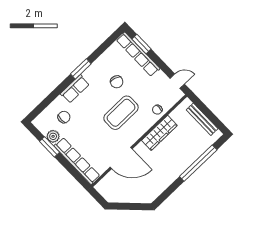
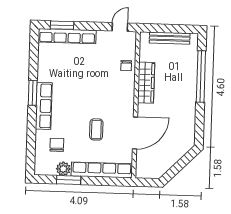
chair: (117, 82) -> (72, 75), removed
row of seats: (75, 89) -> (44, 106), width x1.48
coffee table: (121, 113) -> (96, 129), moved, width x0.54, depth x0.58

